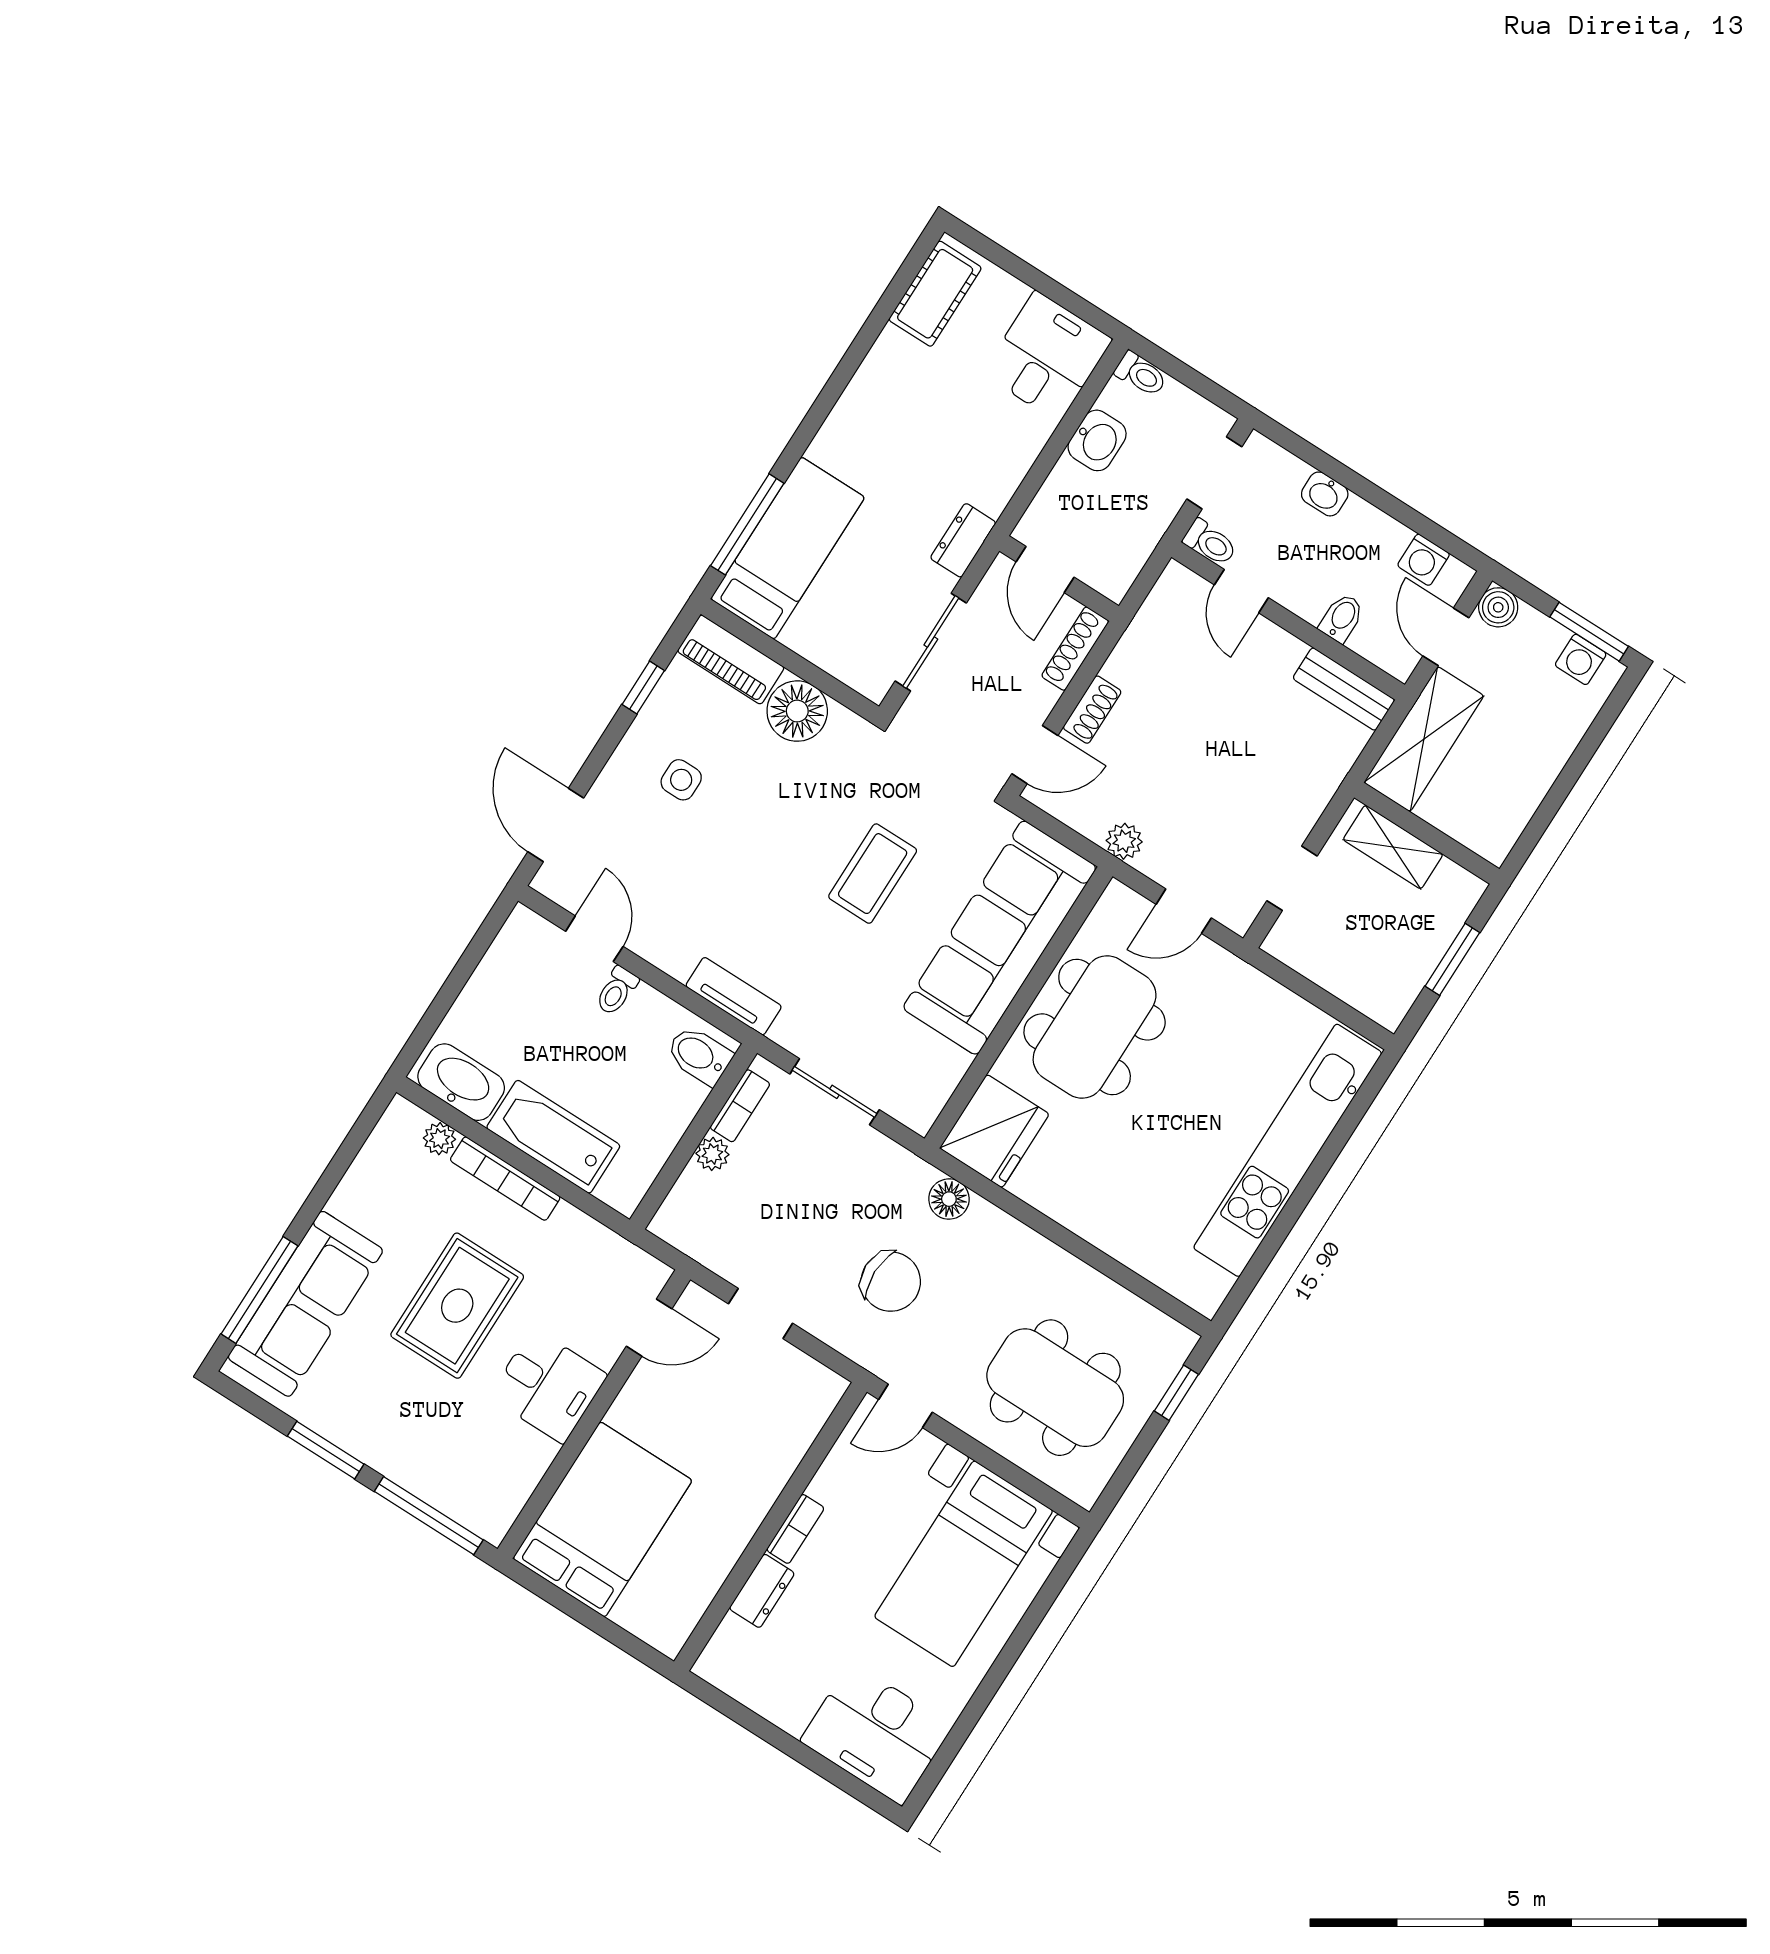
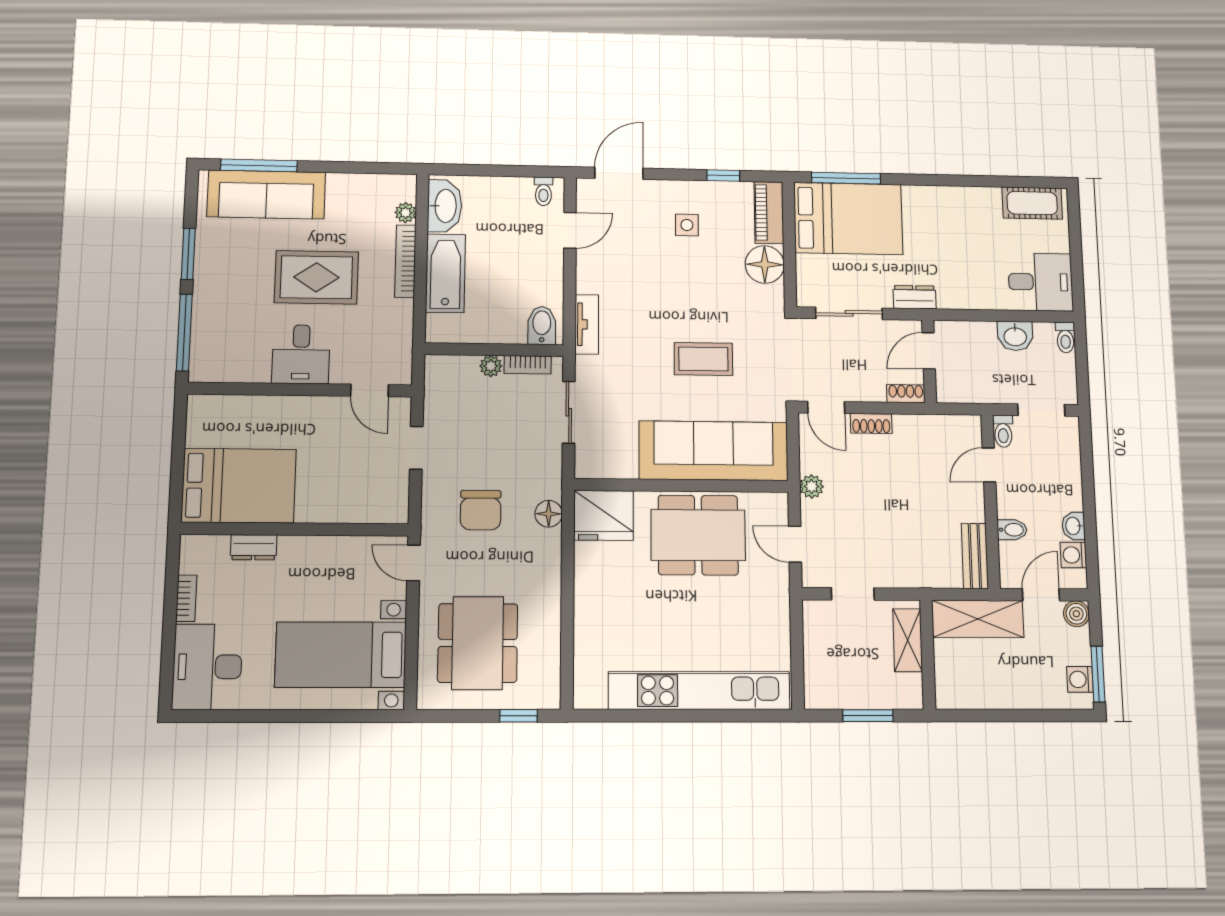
washbasin: (1325, 494) -> (1074, 526), moved
bed: (788, 548) -> (848, 219), width x1.50
shoe rack: (1075, 649) -> (906, 394), width x0.70
toilet: (617, 991) -> (543, 191), moved, turned -90
bed: (603, 1519) -> (239, 486), moved
bookcase: (795, 1529) -> (186, 598), moved, turned -90

